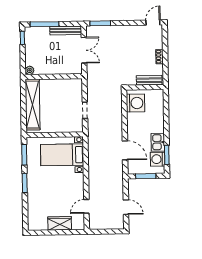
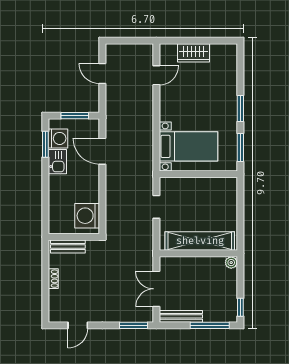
door: (153, 22) -> (78, 325), moved
shelving: (33, 105) -> (200, 241), moved, turned 90

